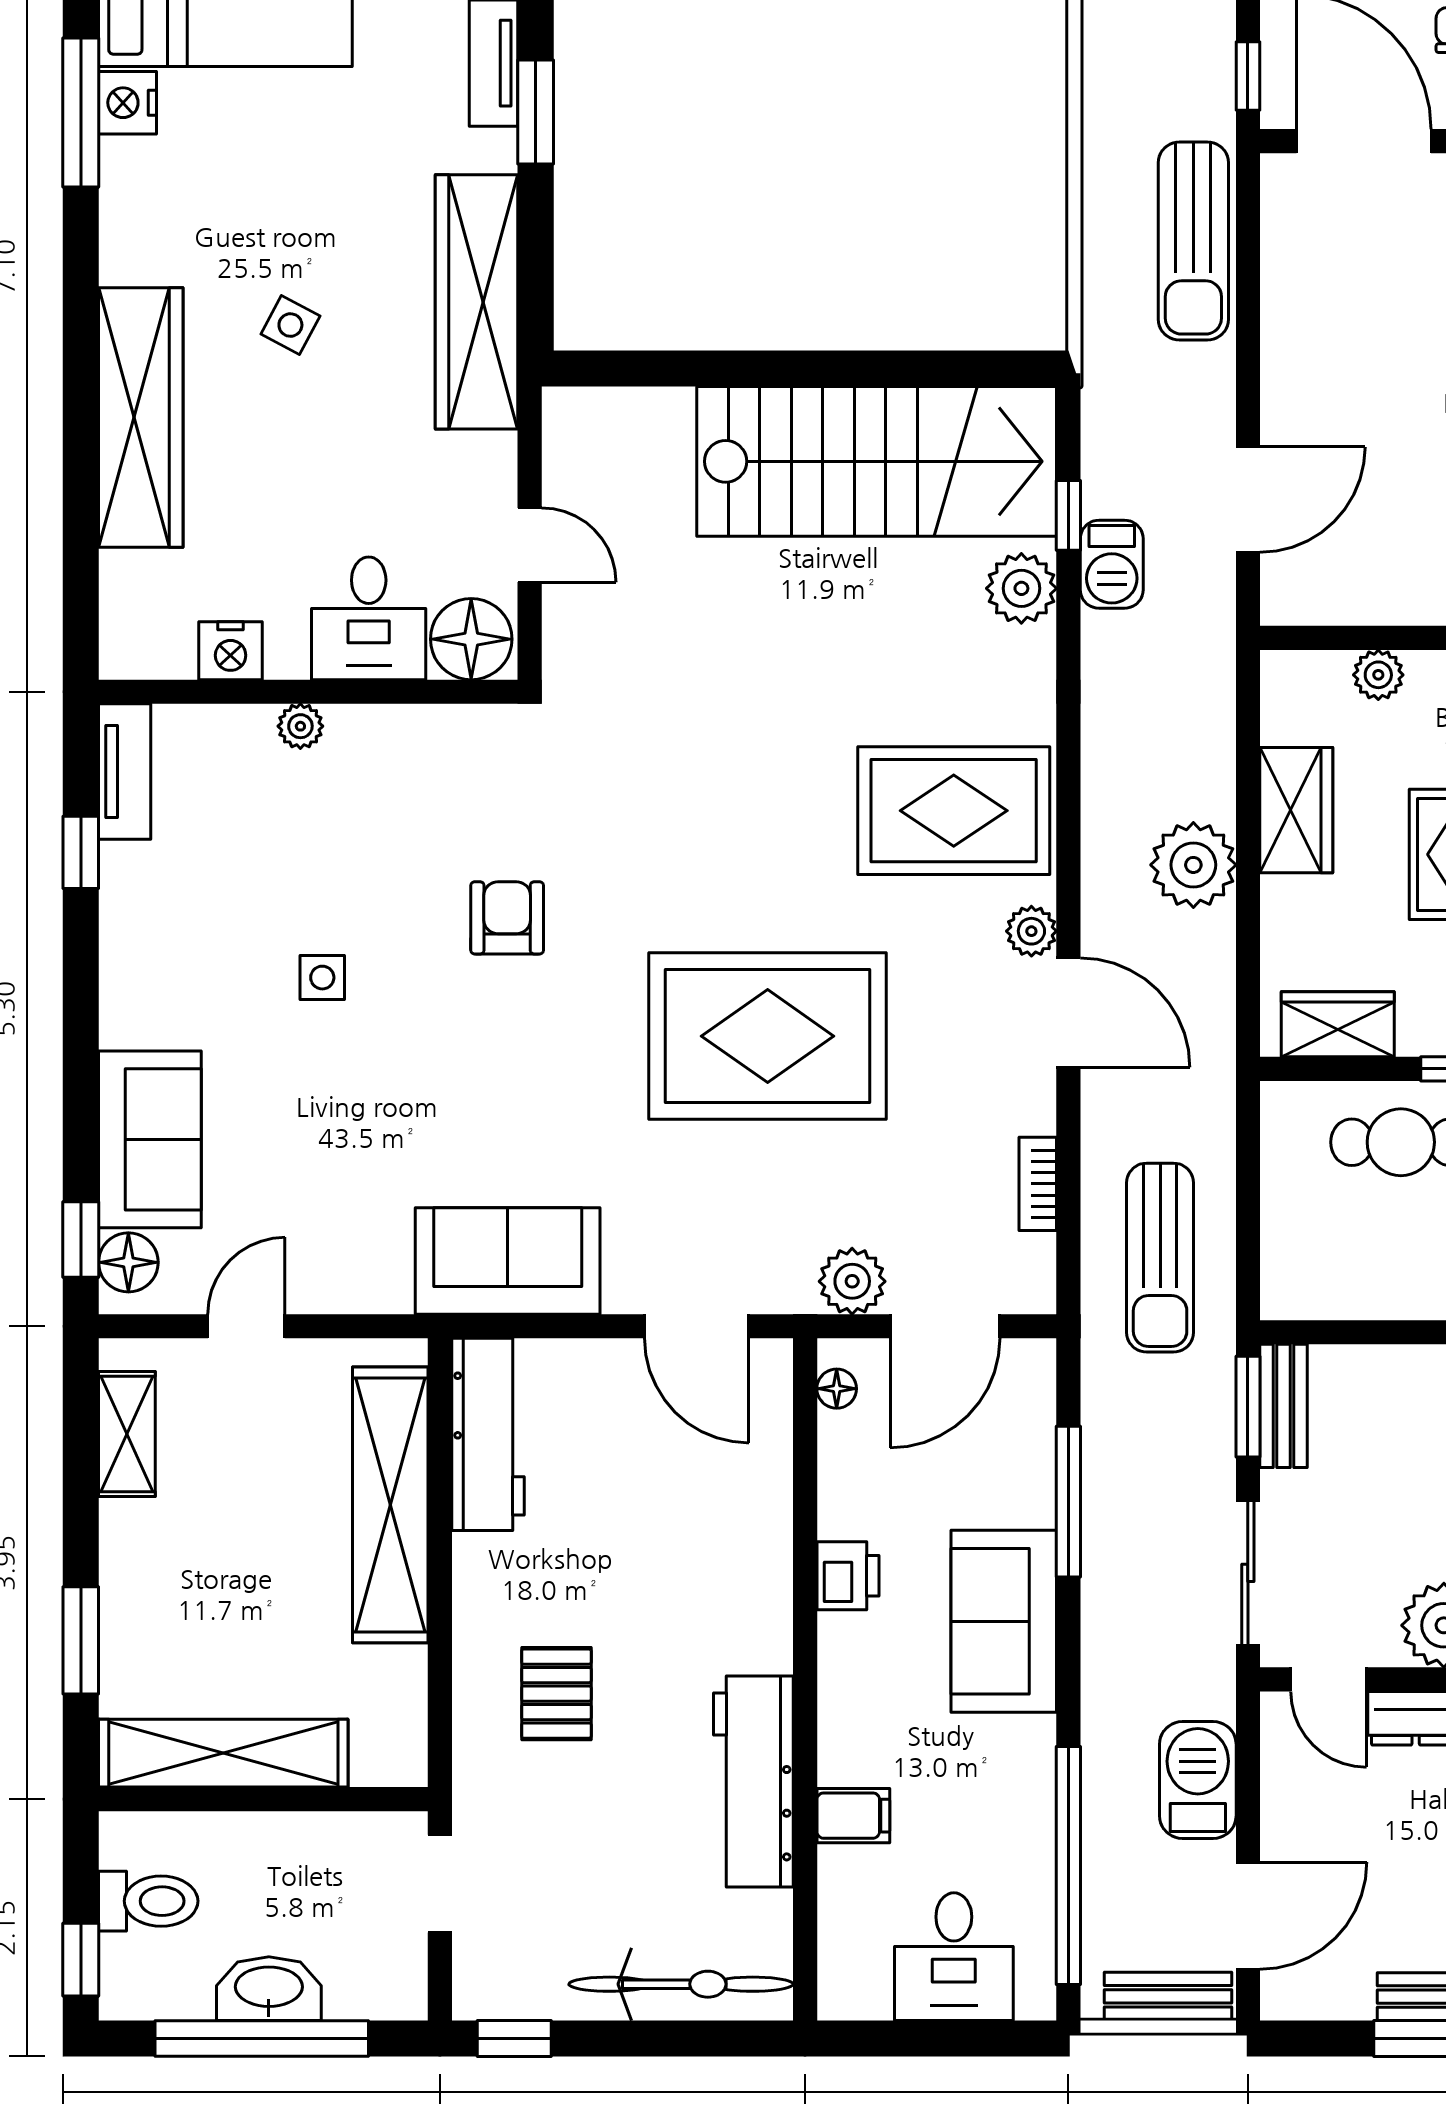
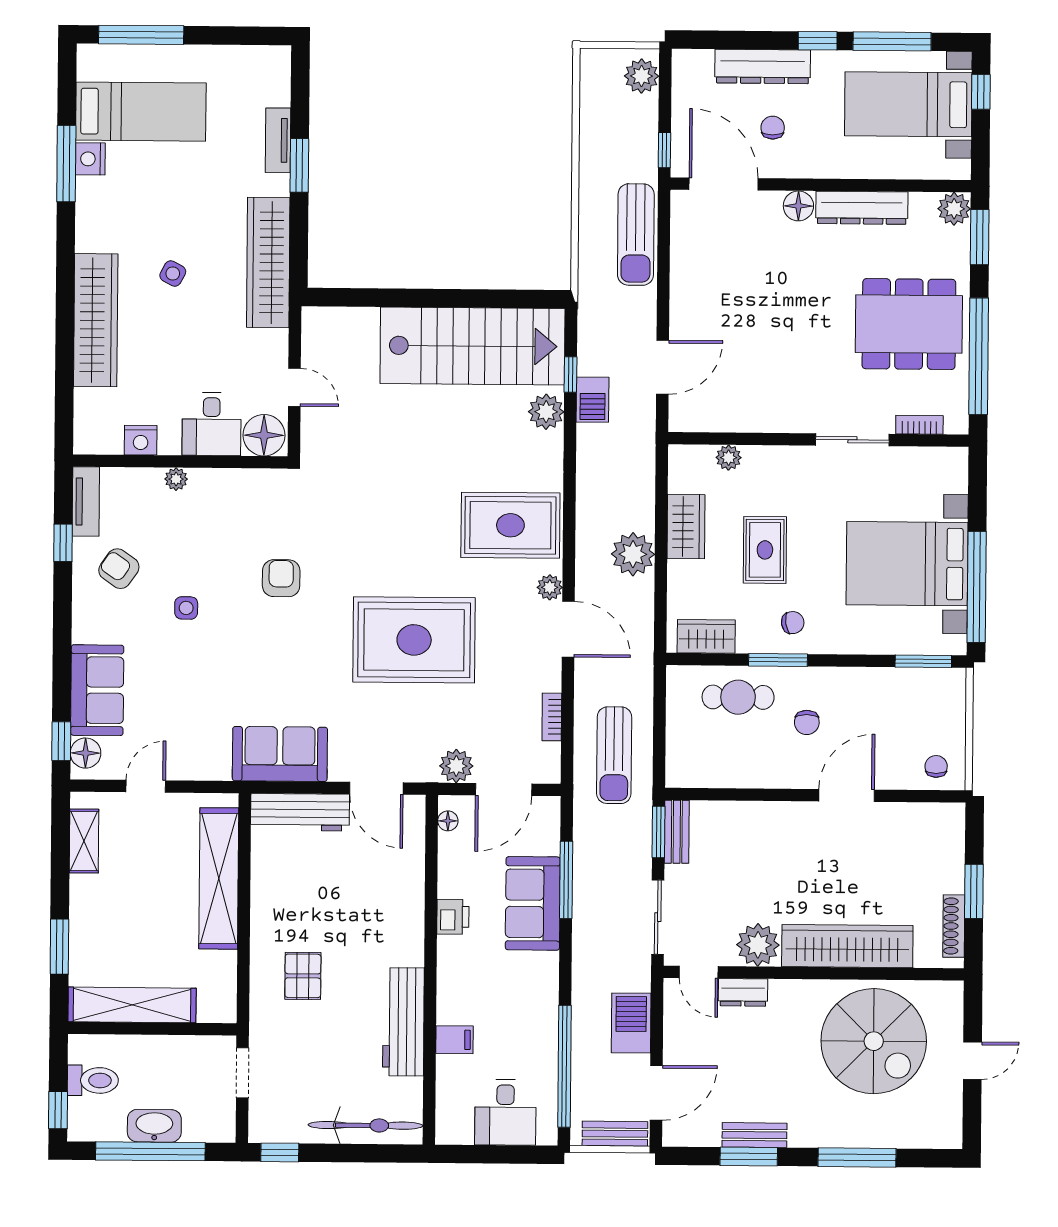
armchair: (190, 902) -> (119, 569), added
workbench: (488, 1434) -> (300, 812), moved, turned 90
sofa: (1004, 1621) -> (533, 903), moved

